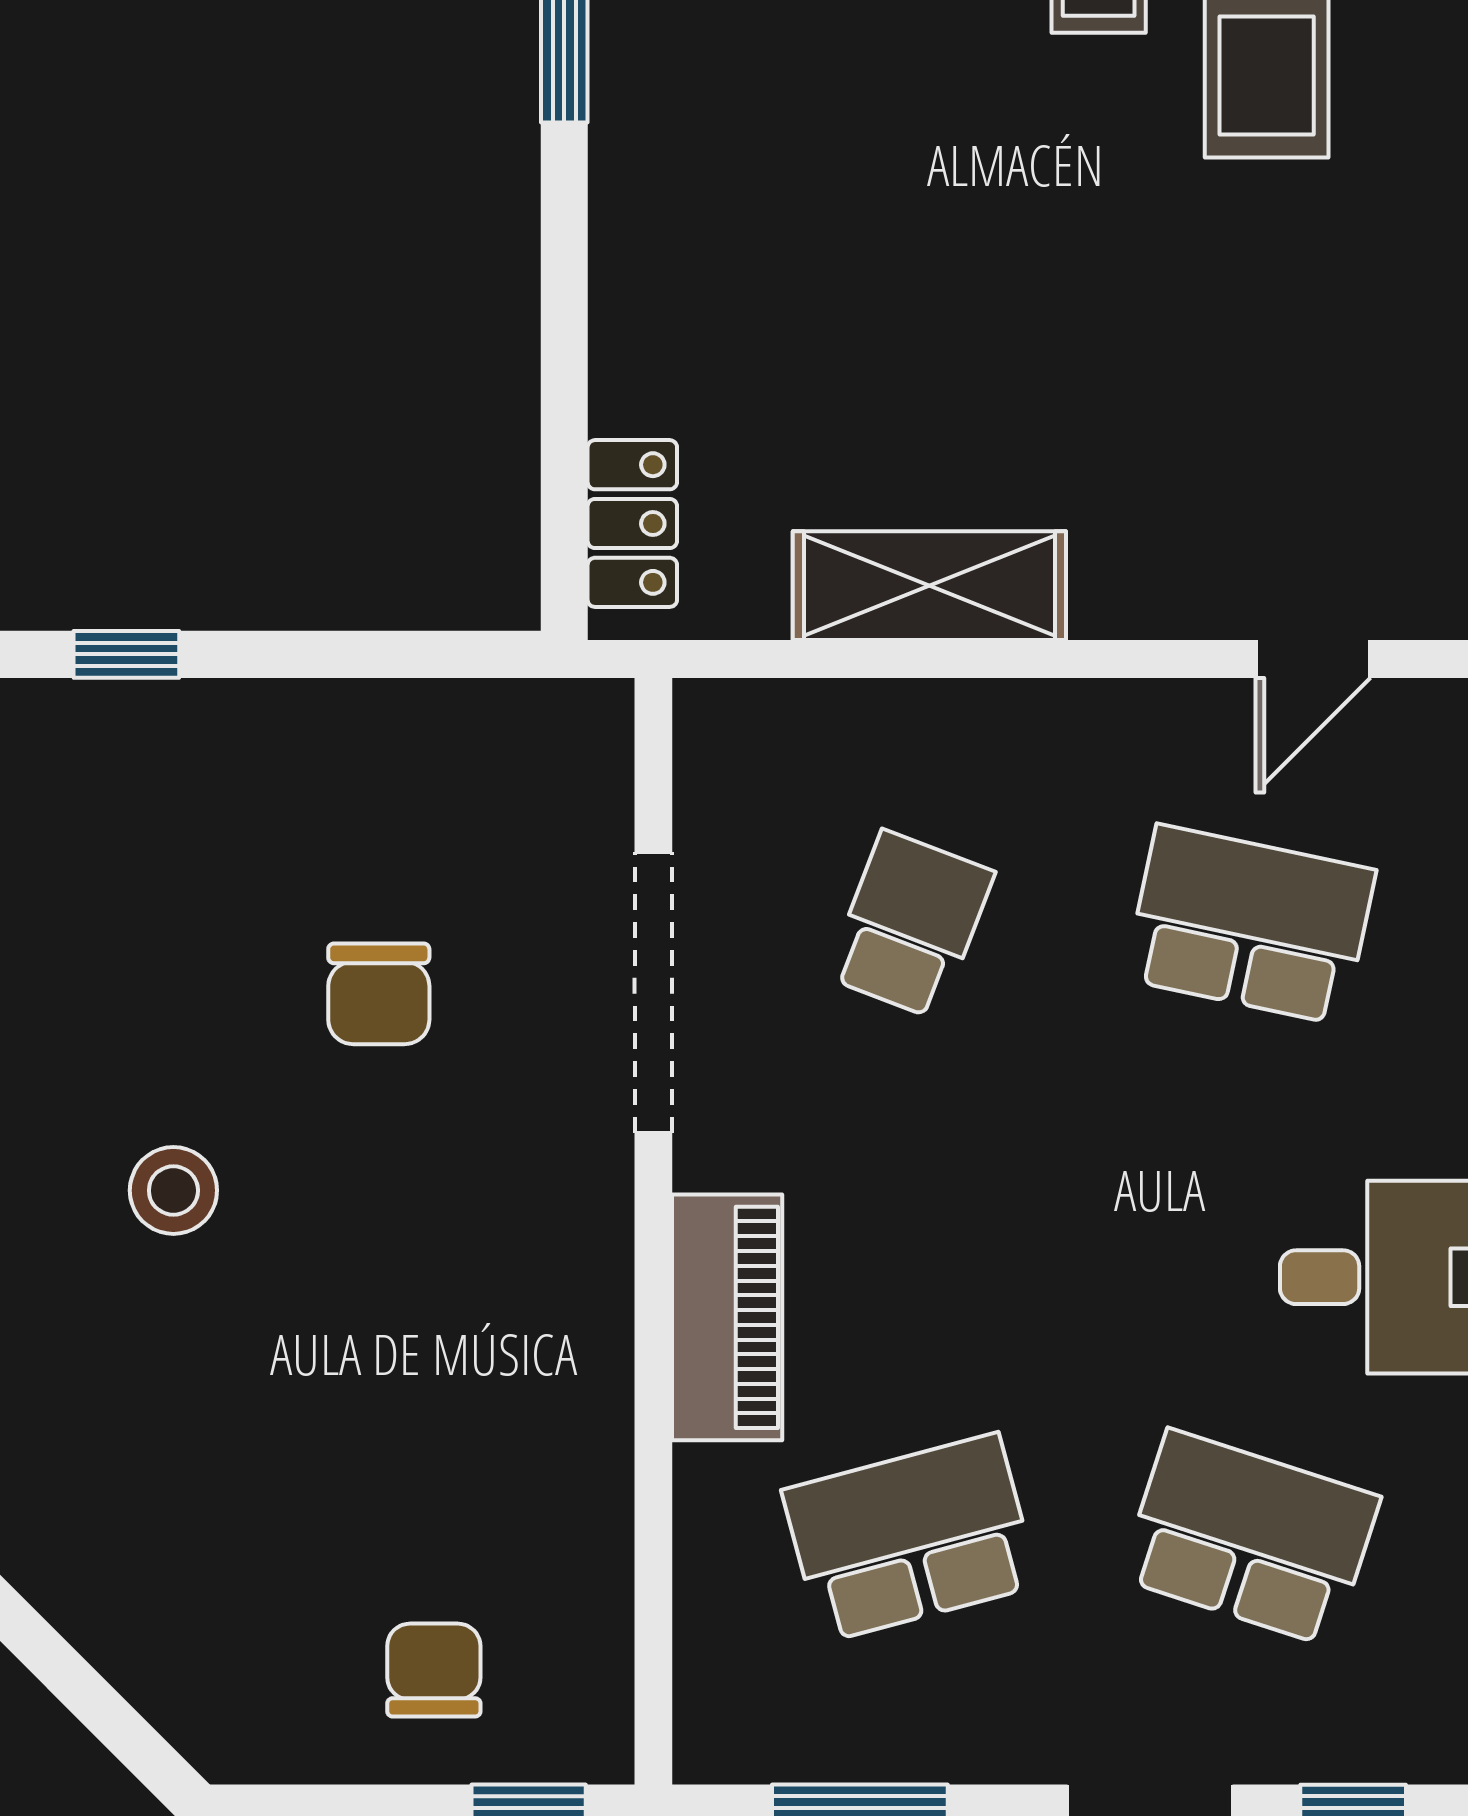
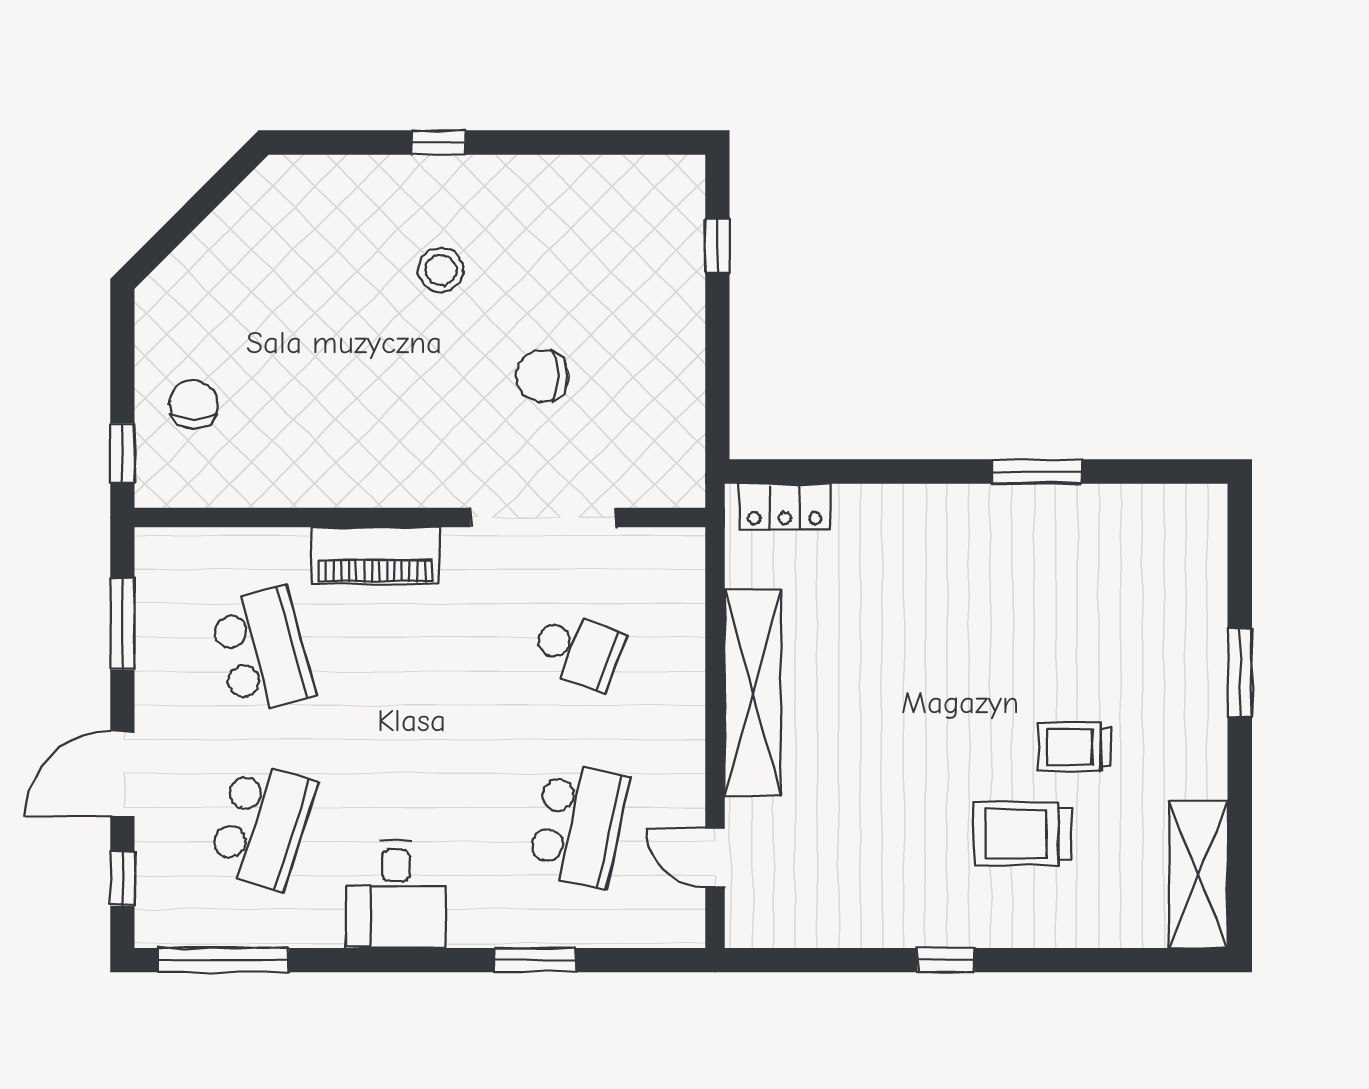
shelving: (929, 586) -> (753, 693), width x1.47
chair: (434, 1670) -> (193, 404), turned -90

